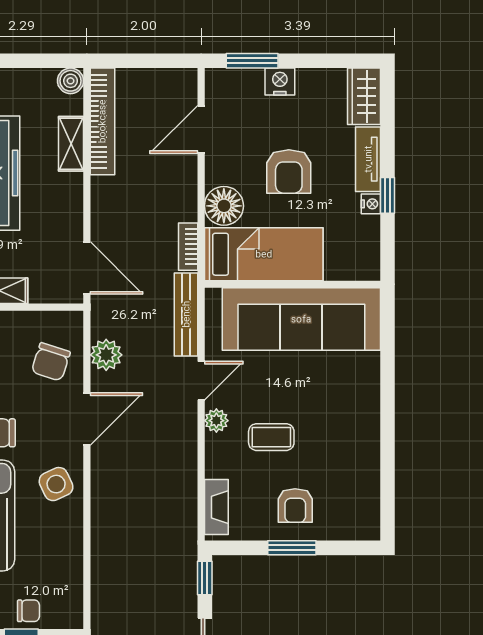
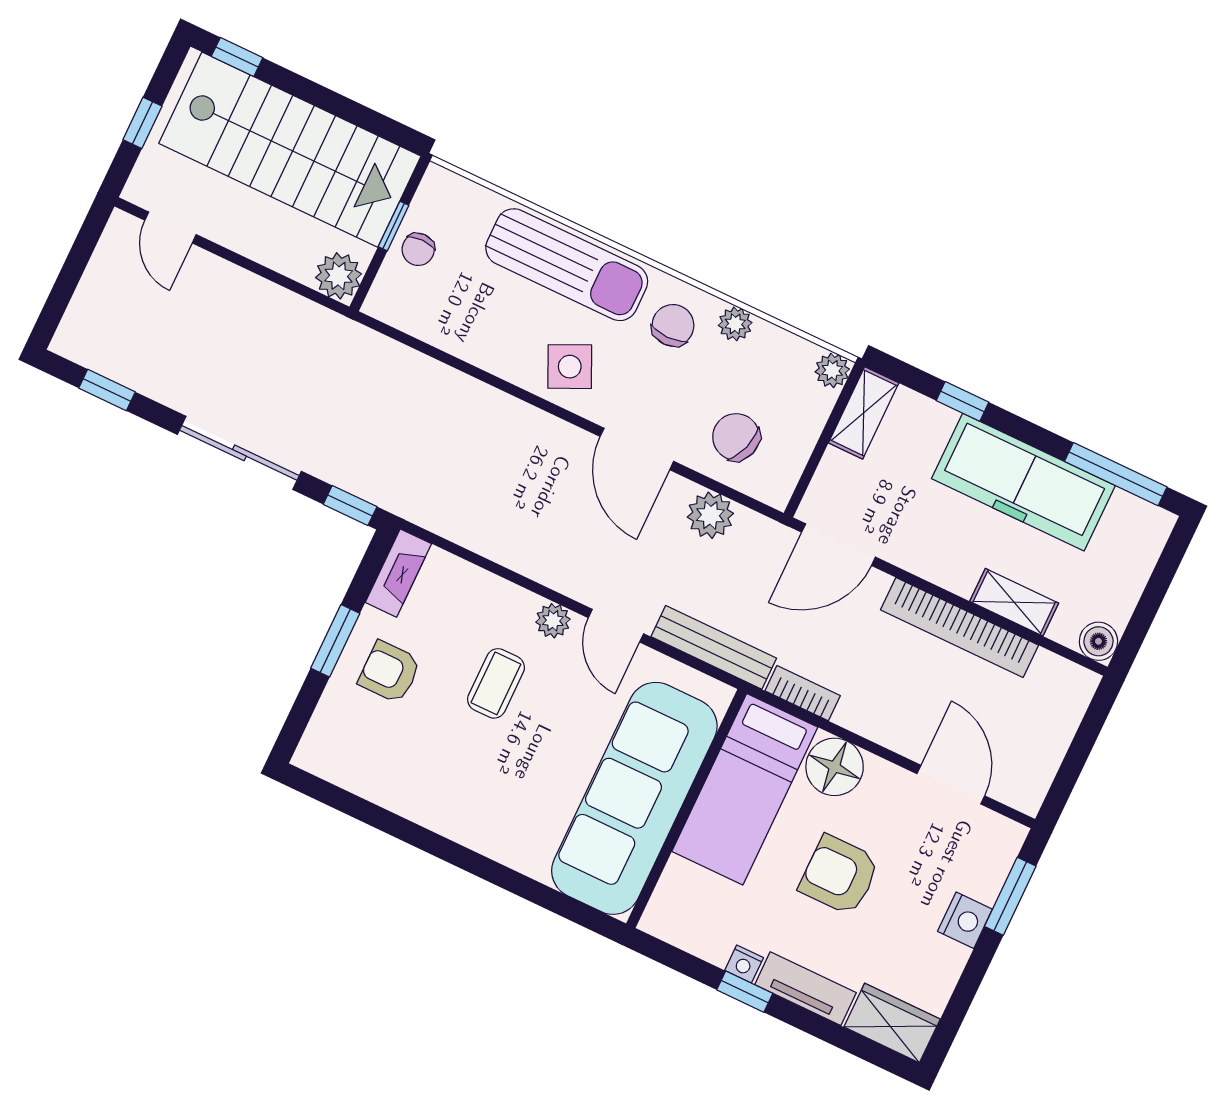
bookcase: (102, 121) -> (959, 628), moved
fireplace: (216, 507) -> (398, 573), moved, turned -90

